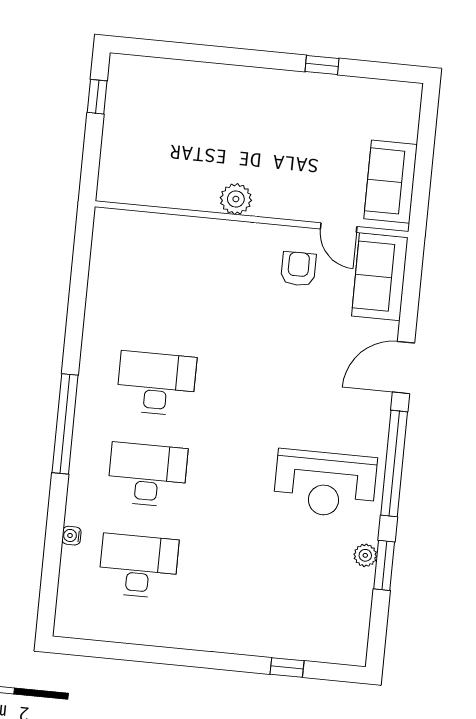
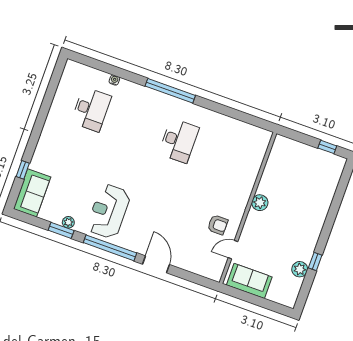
plant: (344, 91) -> (300, 269), added
sofa: (380, 277) -> (32, 193), moved, turned 90
desk: (147, 475) -> (135, 125), removed

